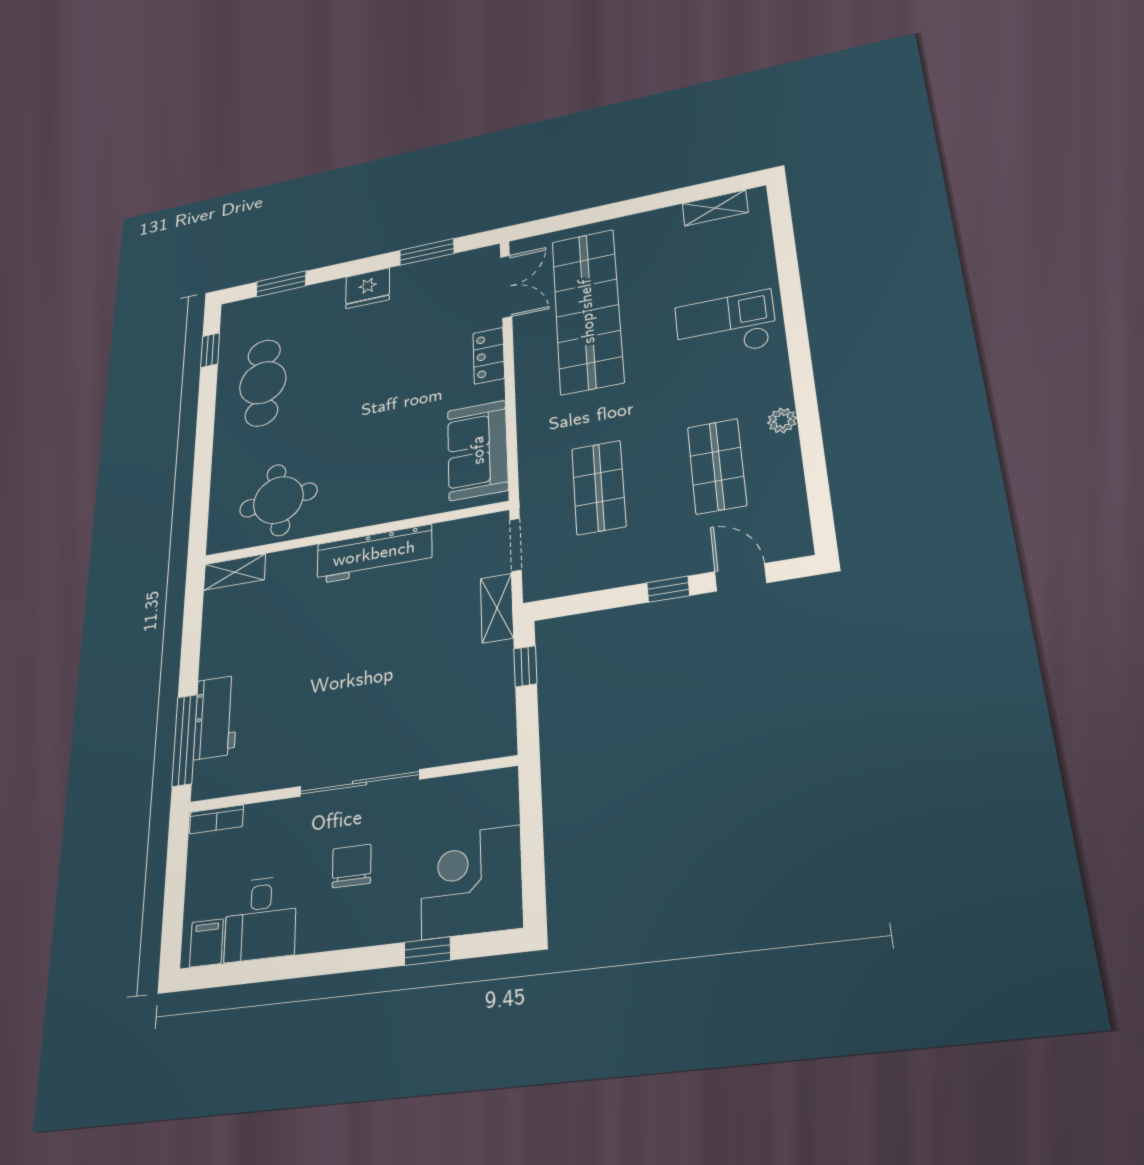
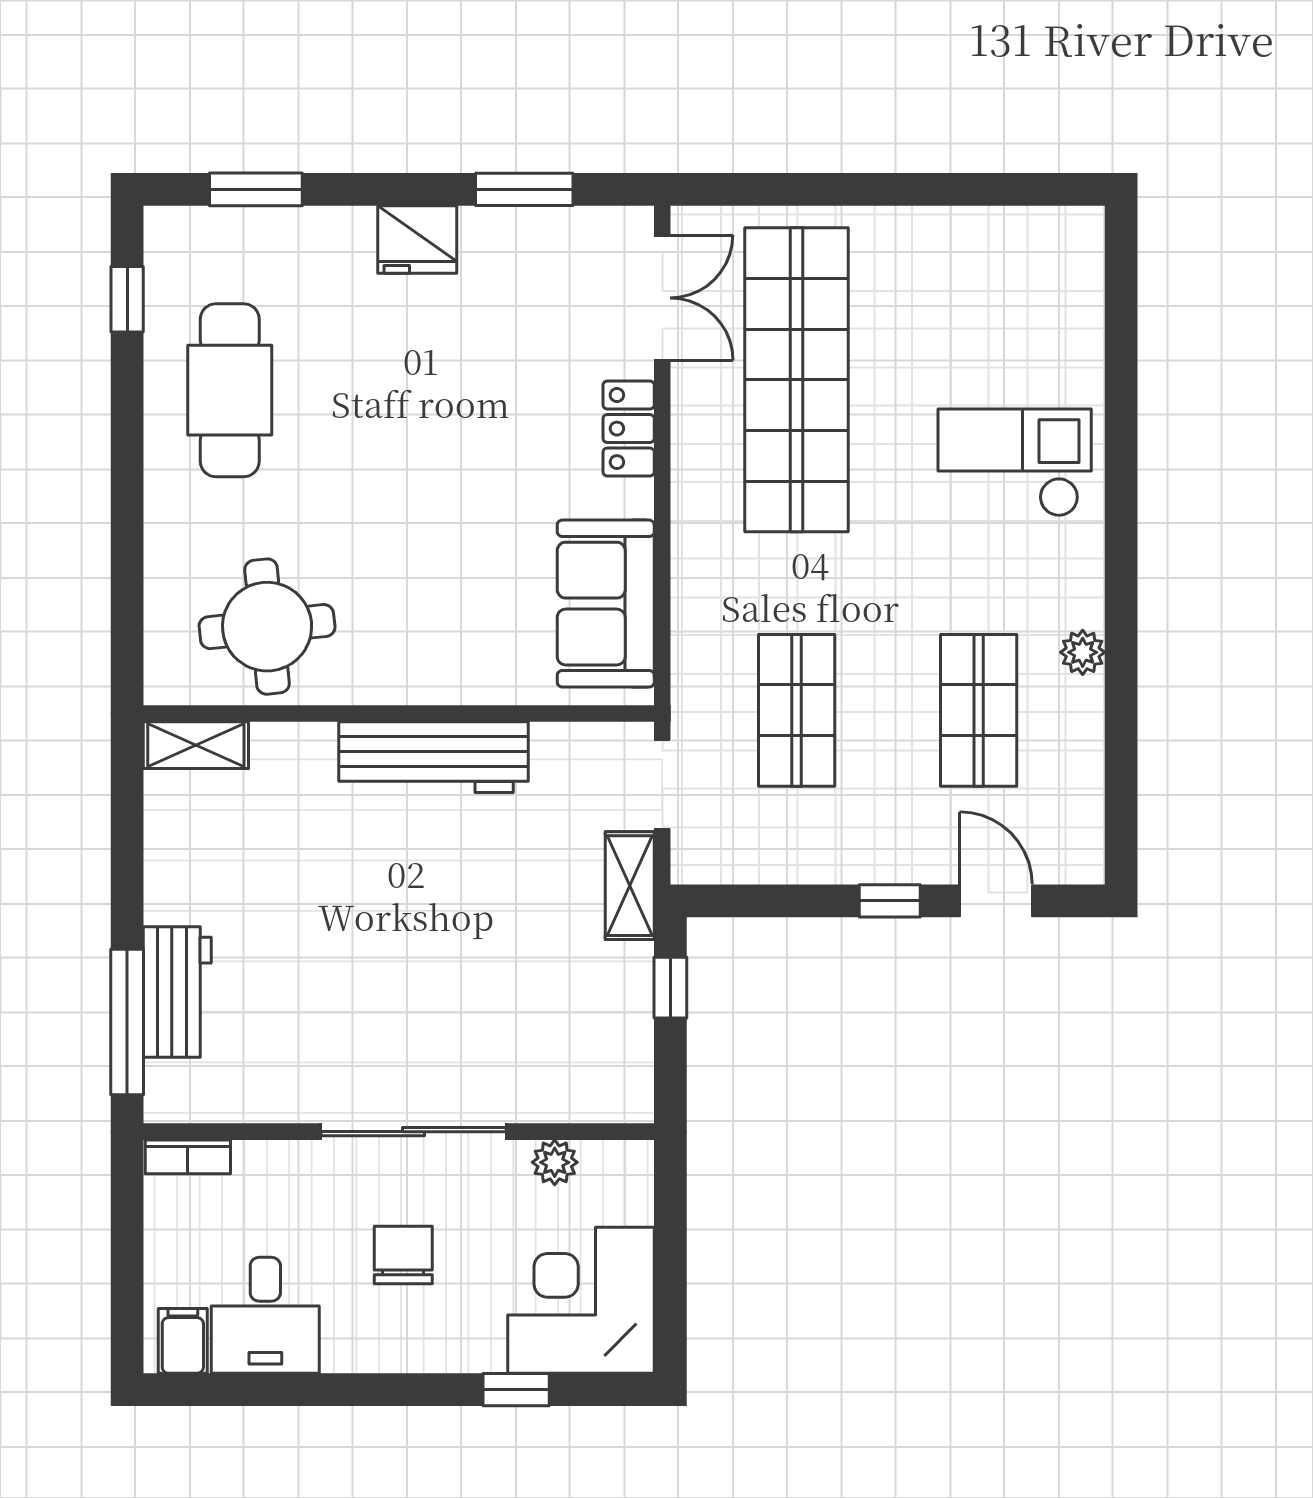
shelving: (715, 208) -> (1019, 229), removed
plant: (452, 790) -> (555, 1162), added

